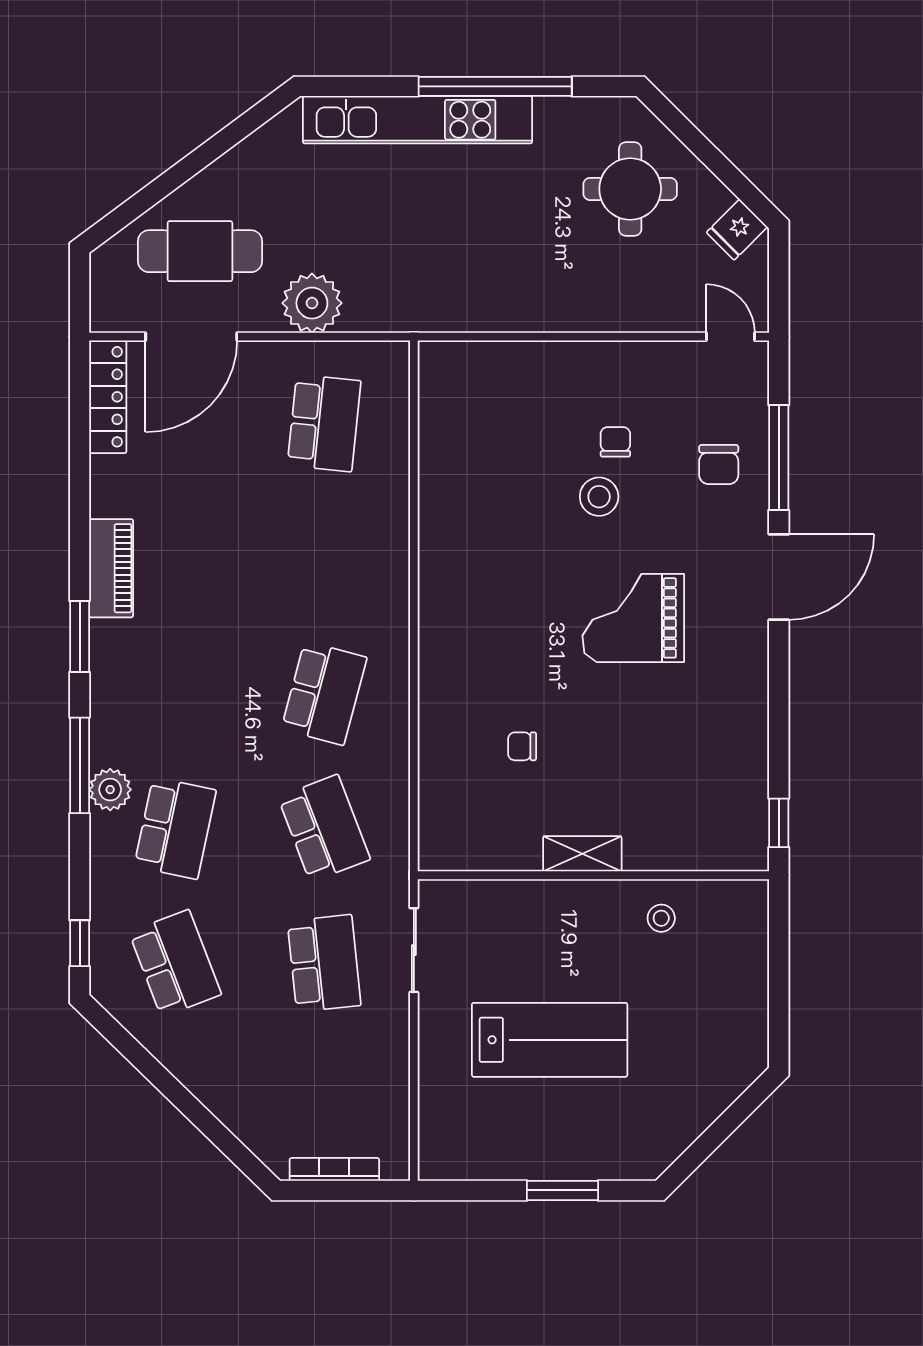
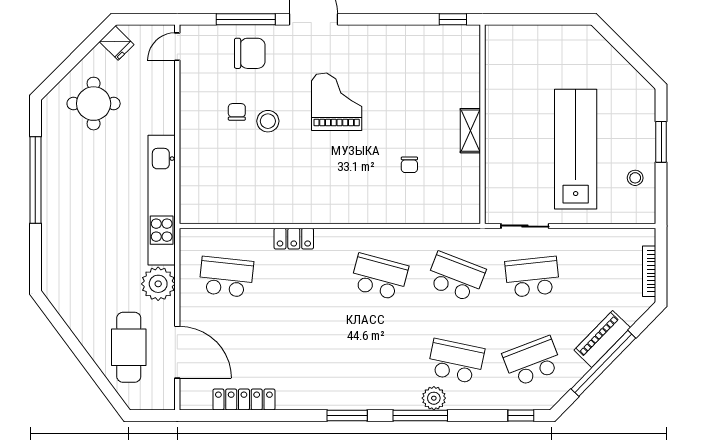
kitchen unit: (417, 120) -> (162, 200), moved, turned 180
locker: (108, 397) -> (244, 400), moved
chair: (615, 442) -> (237, 112), turned 90
chair: (719, 465) -> (250, 53), width x1.37, depth x1.37
locker: (392, 542) -> (294, 239), added
piano: (111, 568) -> (602, 339), moved, turned -46
grand piano: (633, 618) -> (337, 102), turned 180
school desk: (324, 828) -> (456, 277), turned 42
stool: (661, 918) -> (635, 178), moved
lab bench: (550, 1040) -> (576, 149), width x1.36
window: (172, 1089) -> (603, 363), added

